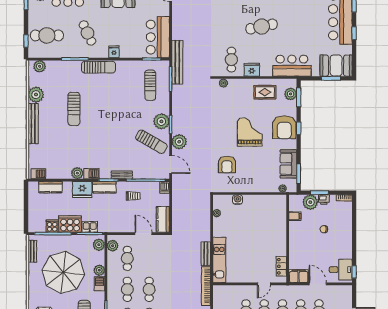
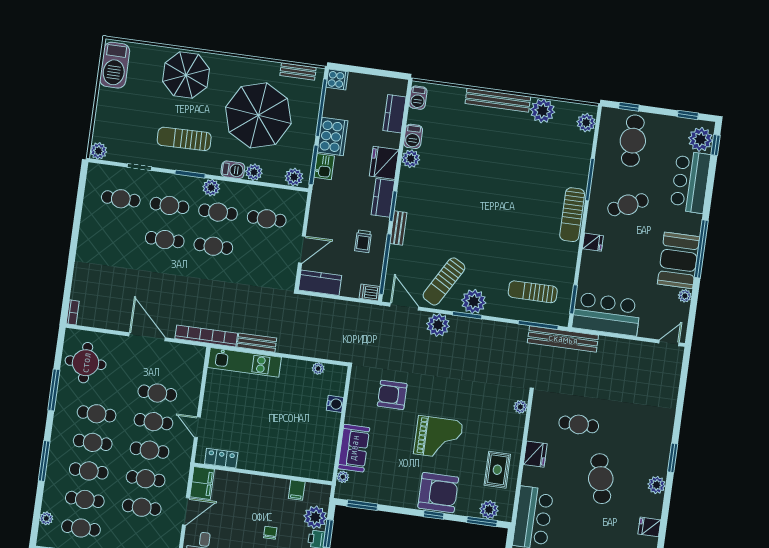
cafe table: (231, 60) -> (579, 424), moved
sun lounger: (74, 109) -> (512, 167), removed
armchair: (284, 127) -> (438, 493), turned 180
door: (171, 164) -> (404, 307), swing flipped
sofa: (288, 164) -> (354, 448), moved, turned 90
barbecue: (91, 174) -> (413, 136), moved
cooker: (52, 226) -> (337, 80), moved
plant: (113, 246) -> (211, 188), moved

